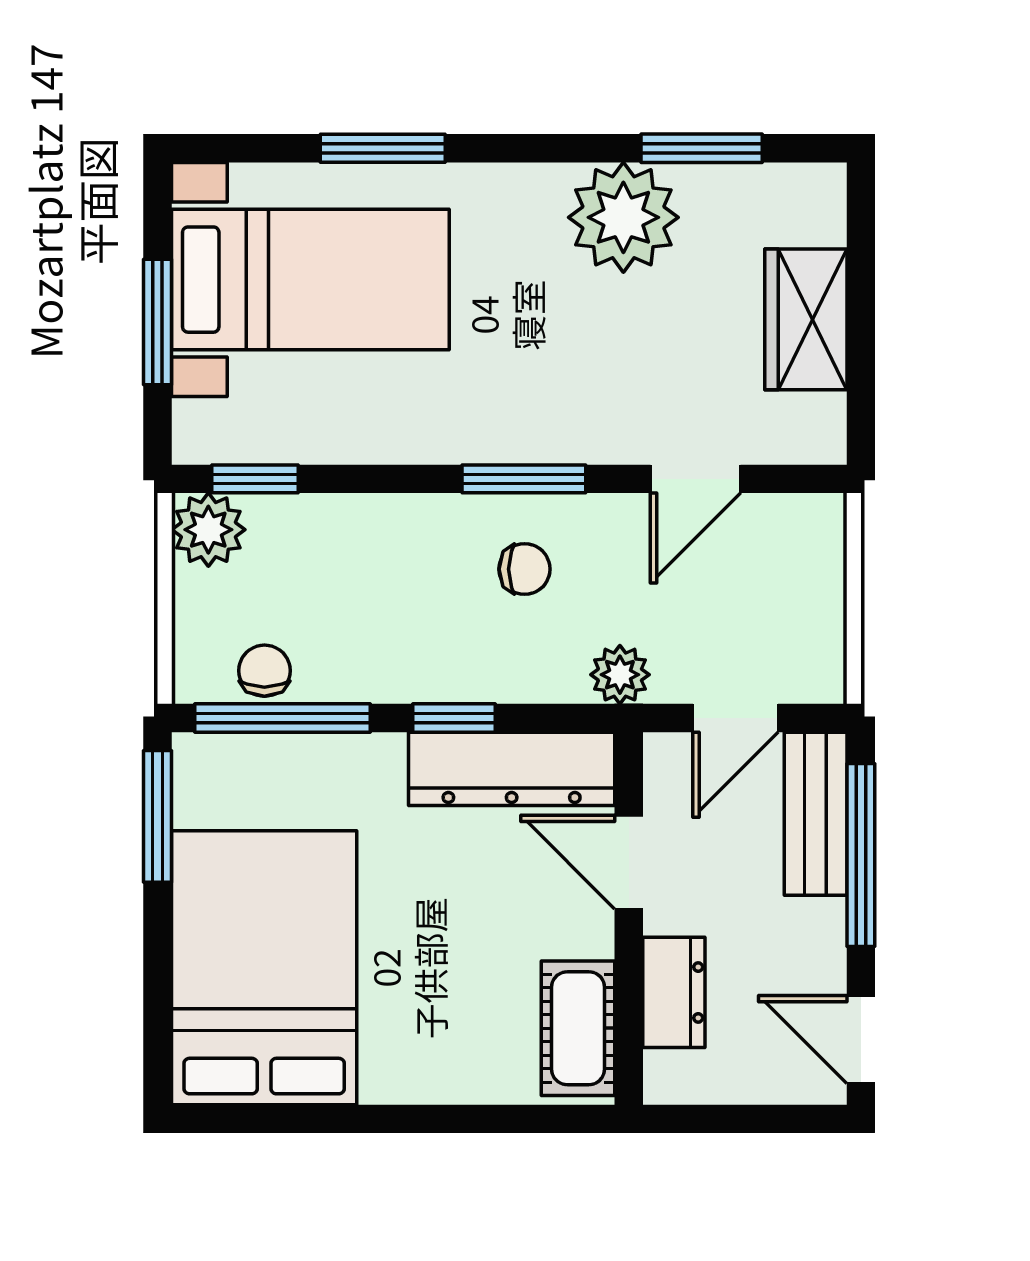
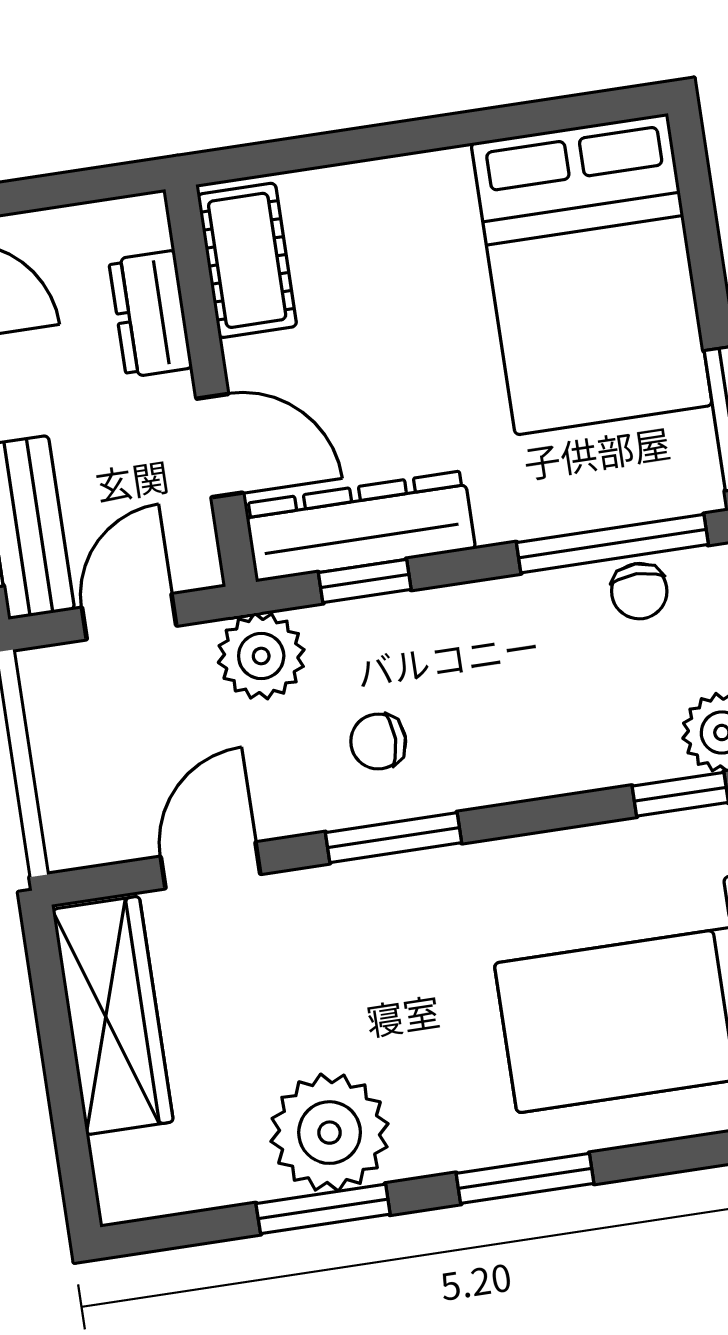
window: (383, 148) -> (525, 1178), moved
window: (702, 148) -> (323, 1209), moved
wardrobe: (806, 319) -> (113, 1016), width x1.50
plant: (620, 675) -> (261, 656), width x1.38, depth x1.38
window: (454, 718) -> (365, 581), moved

